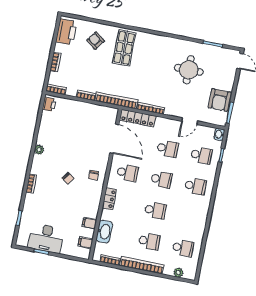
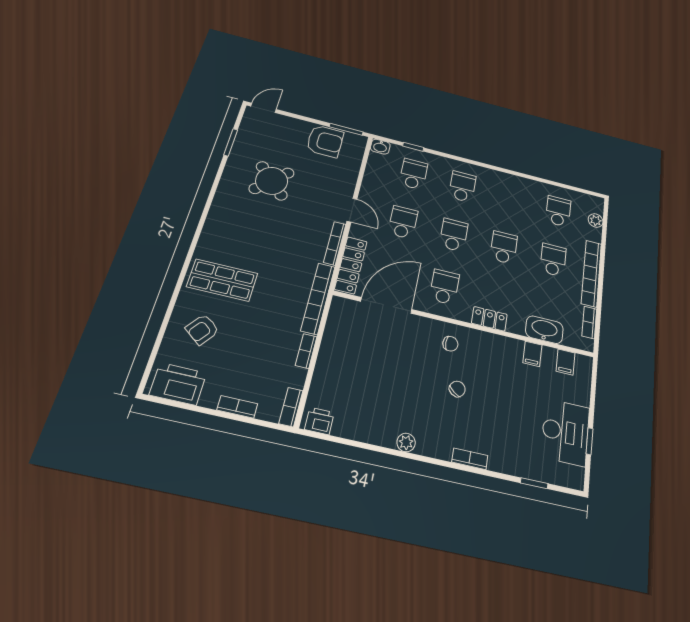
round table: (189, 70) -> (272, 181), turned 45
door: (190, 121) -> (352, 210), moved

